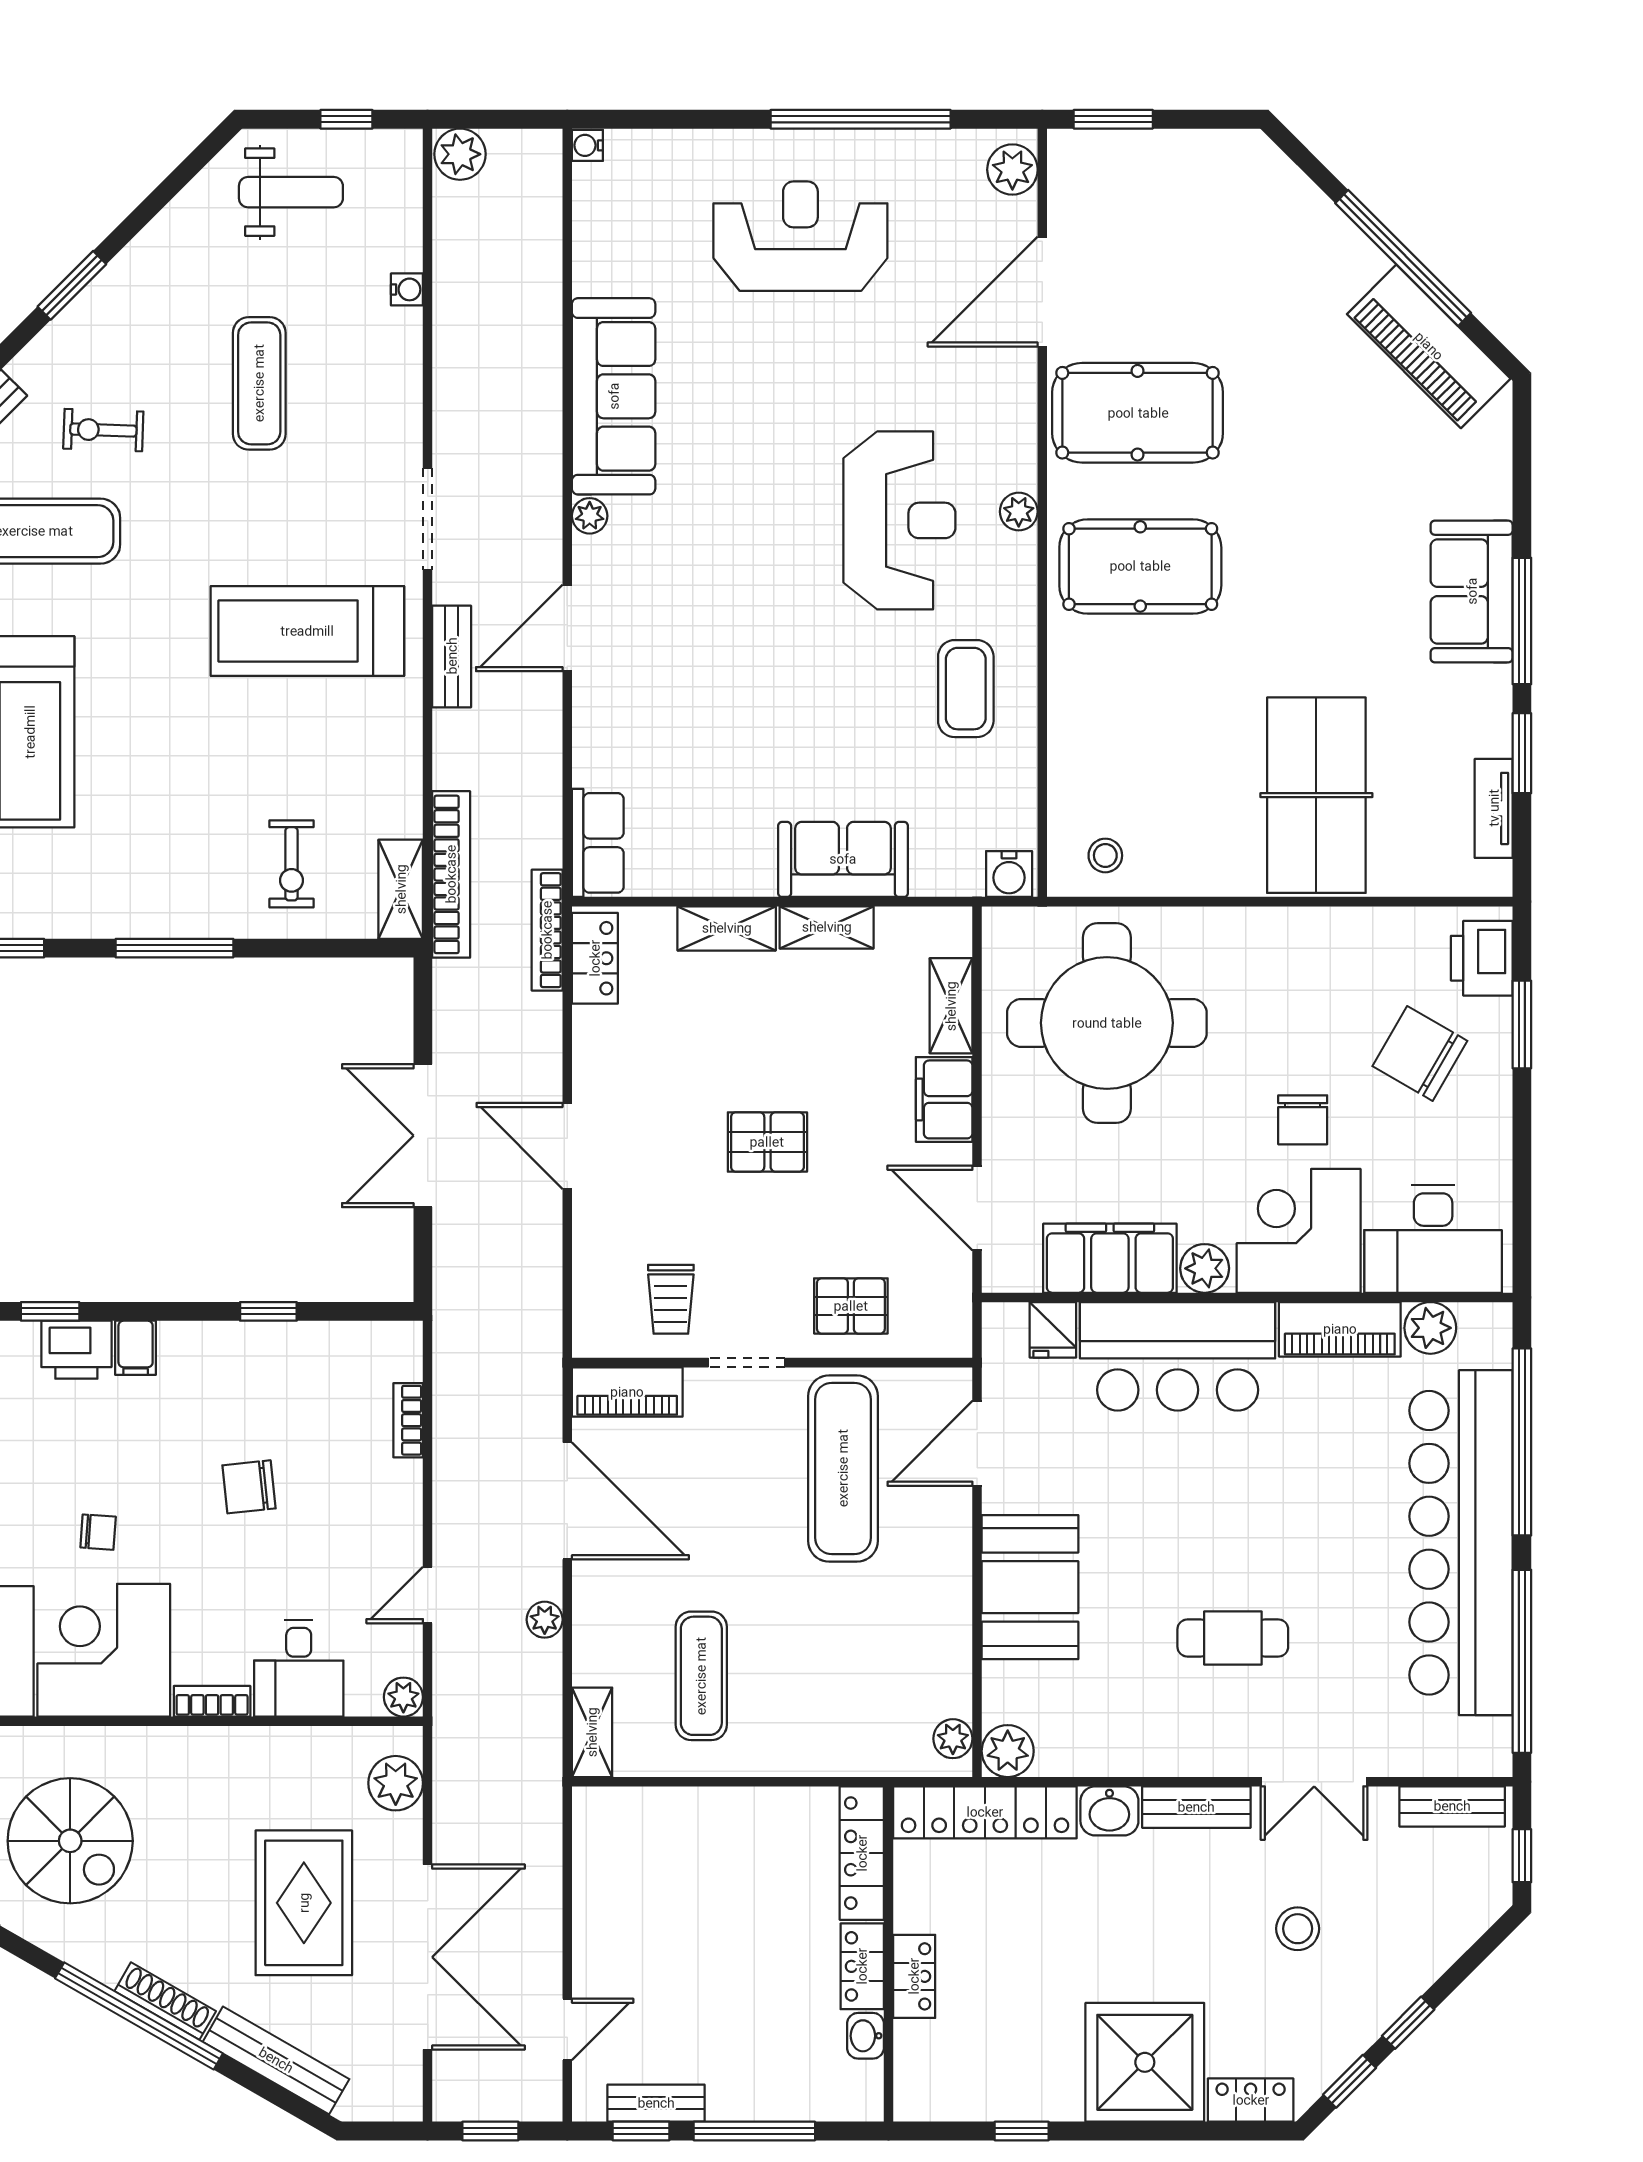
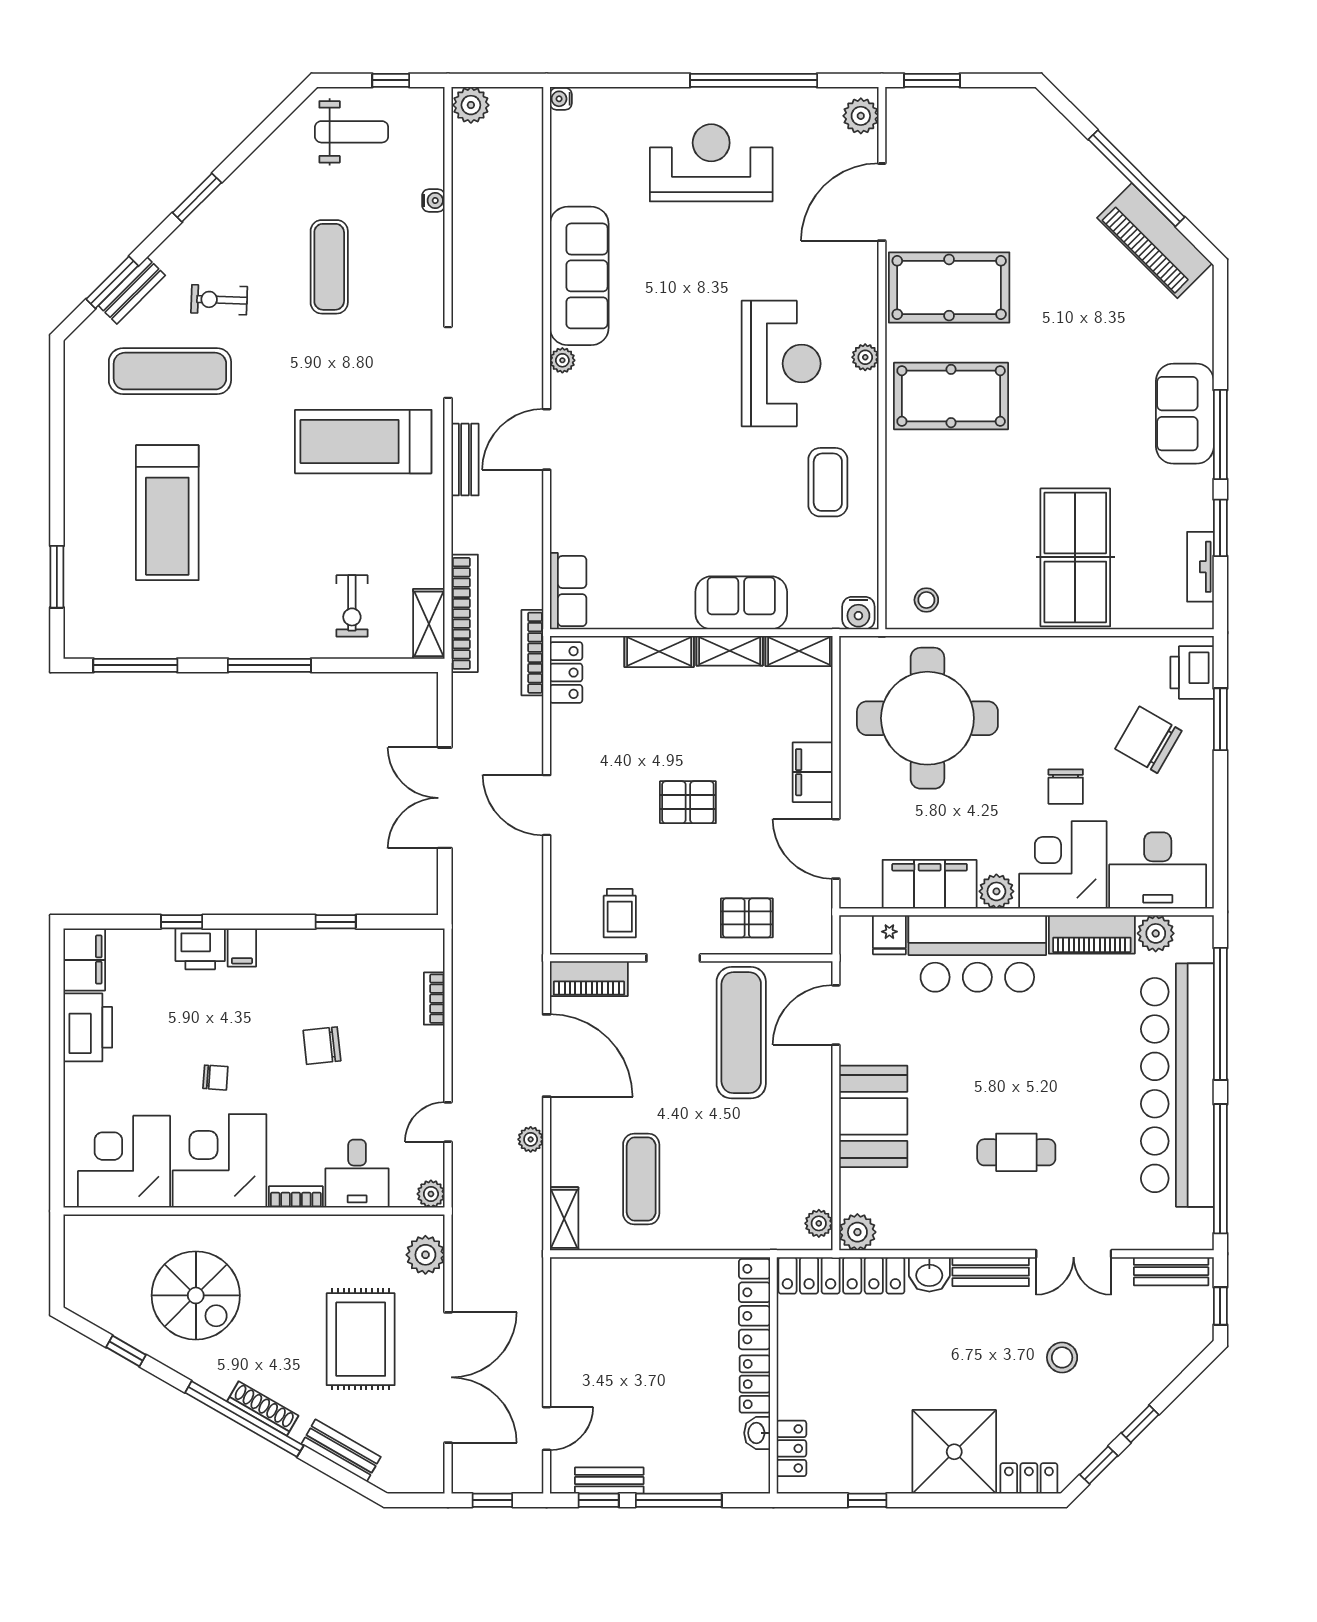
shelving: (951, 1006) -> (799, 651), moved, turned 90
locker: (914, 1976) -> (791, 1448), moved
bench: (276, 2060) -> (341, 1450), width x0.73

